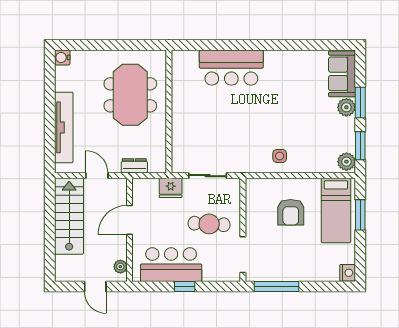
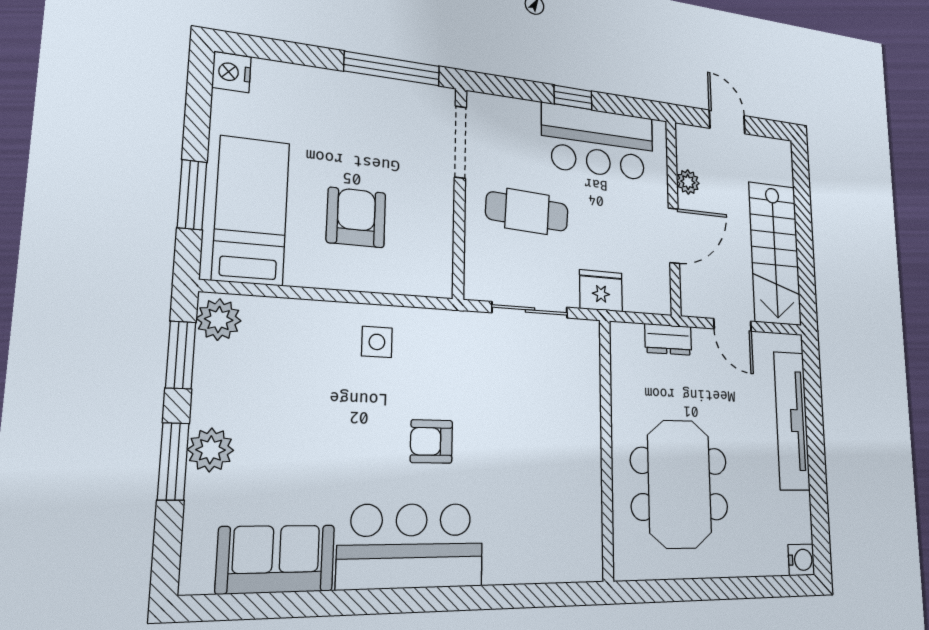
bar counter: (231, 68) -> (411, 546), moved
sofa: (342, 74) -> (276, 559), moved, turned -90
armchair: (254, 113) -> (431, 441), added
plant: (120, 267) -> (688, 182), moved

